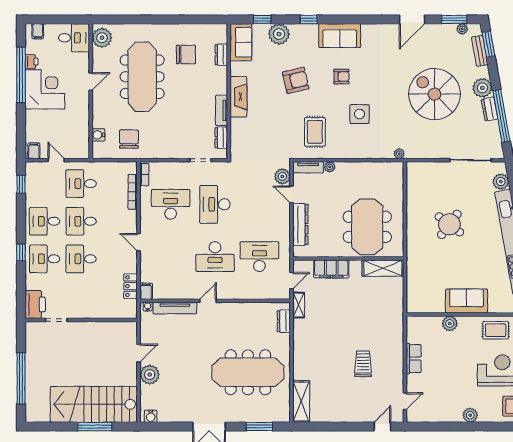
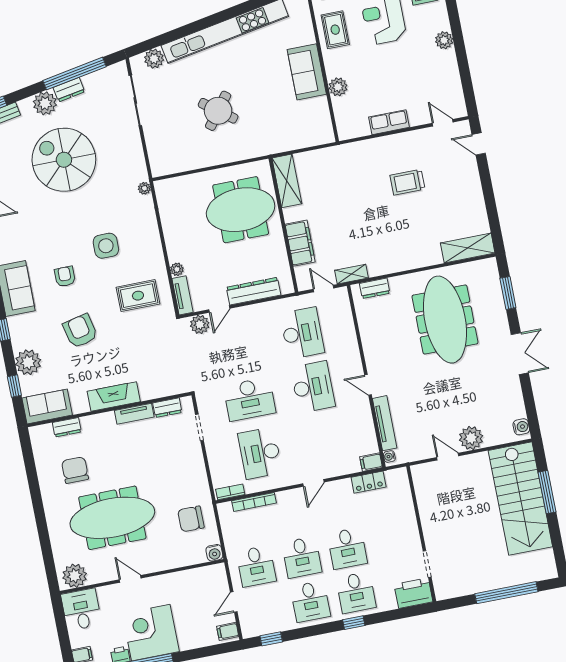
spiral stairs: (435, 94) -> (64, 160), turned 90
water cooler: (98, 135) -> (214, 553), moved
desk: (259, 257) -> (302, 333), turned 180

